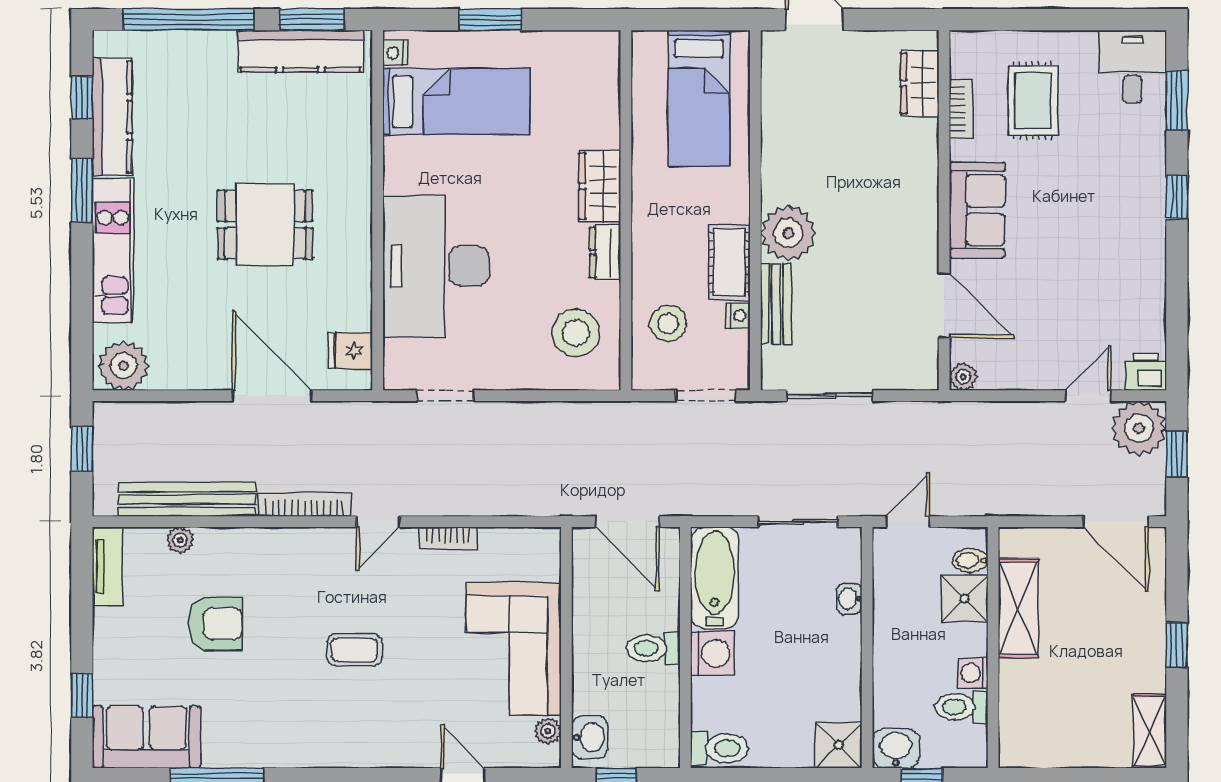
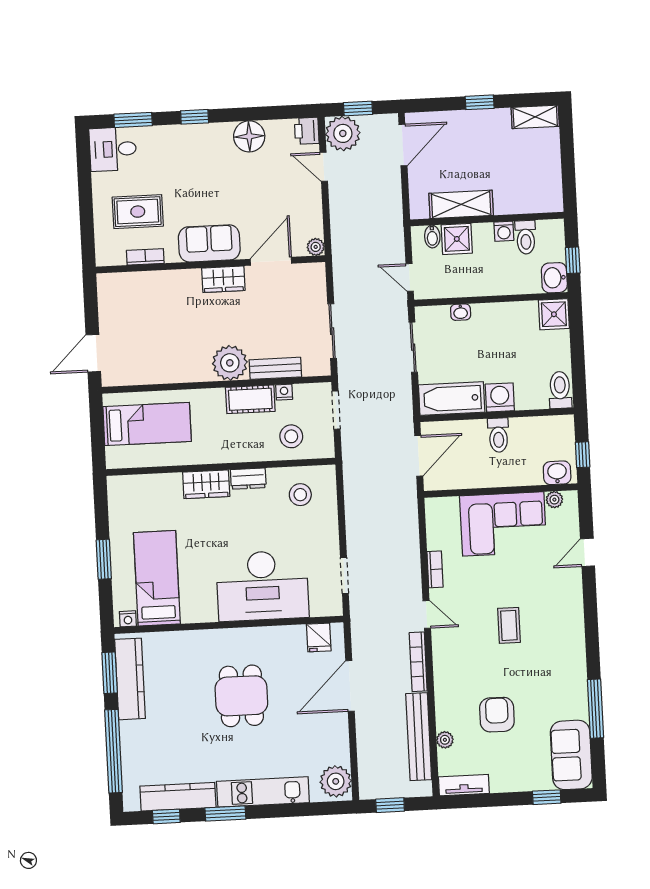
wardrobe: (920, 83) -> (223, 279), moved
floor lamp: (1142, 281) -> (249, 136), added
stool: (576, 333) -> (300, 495), width x0.73, depth x0.73

